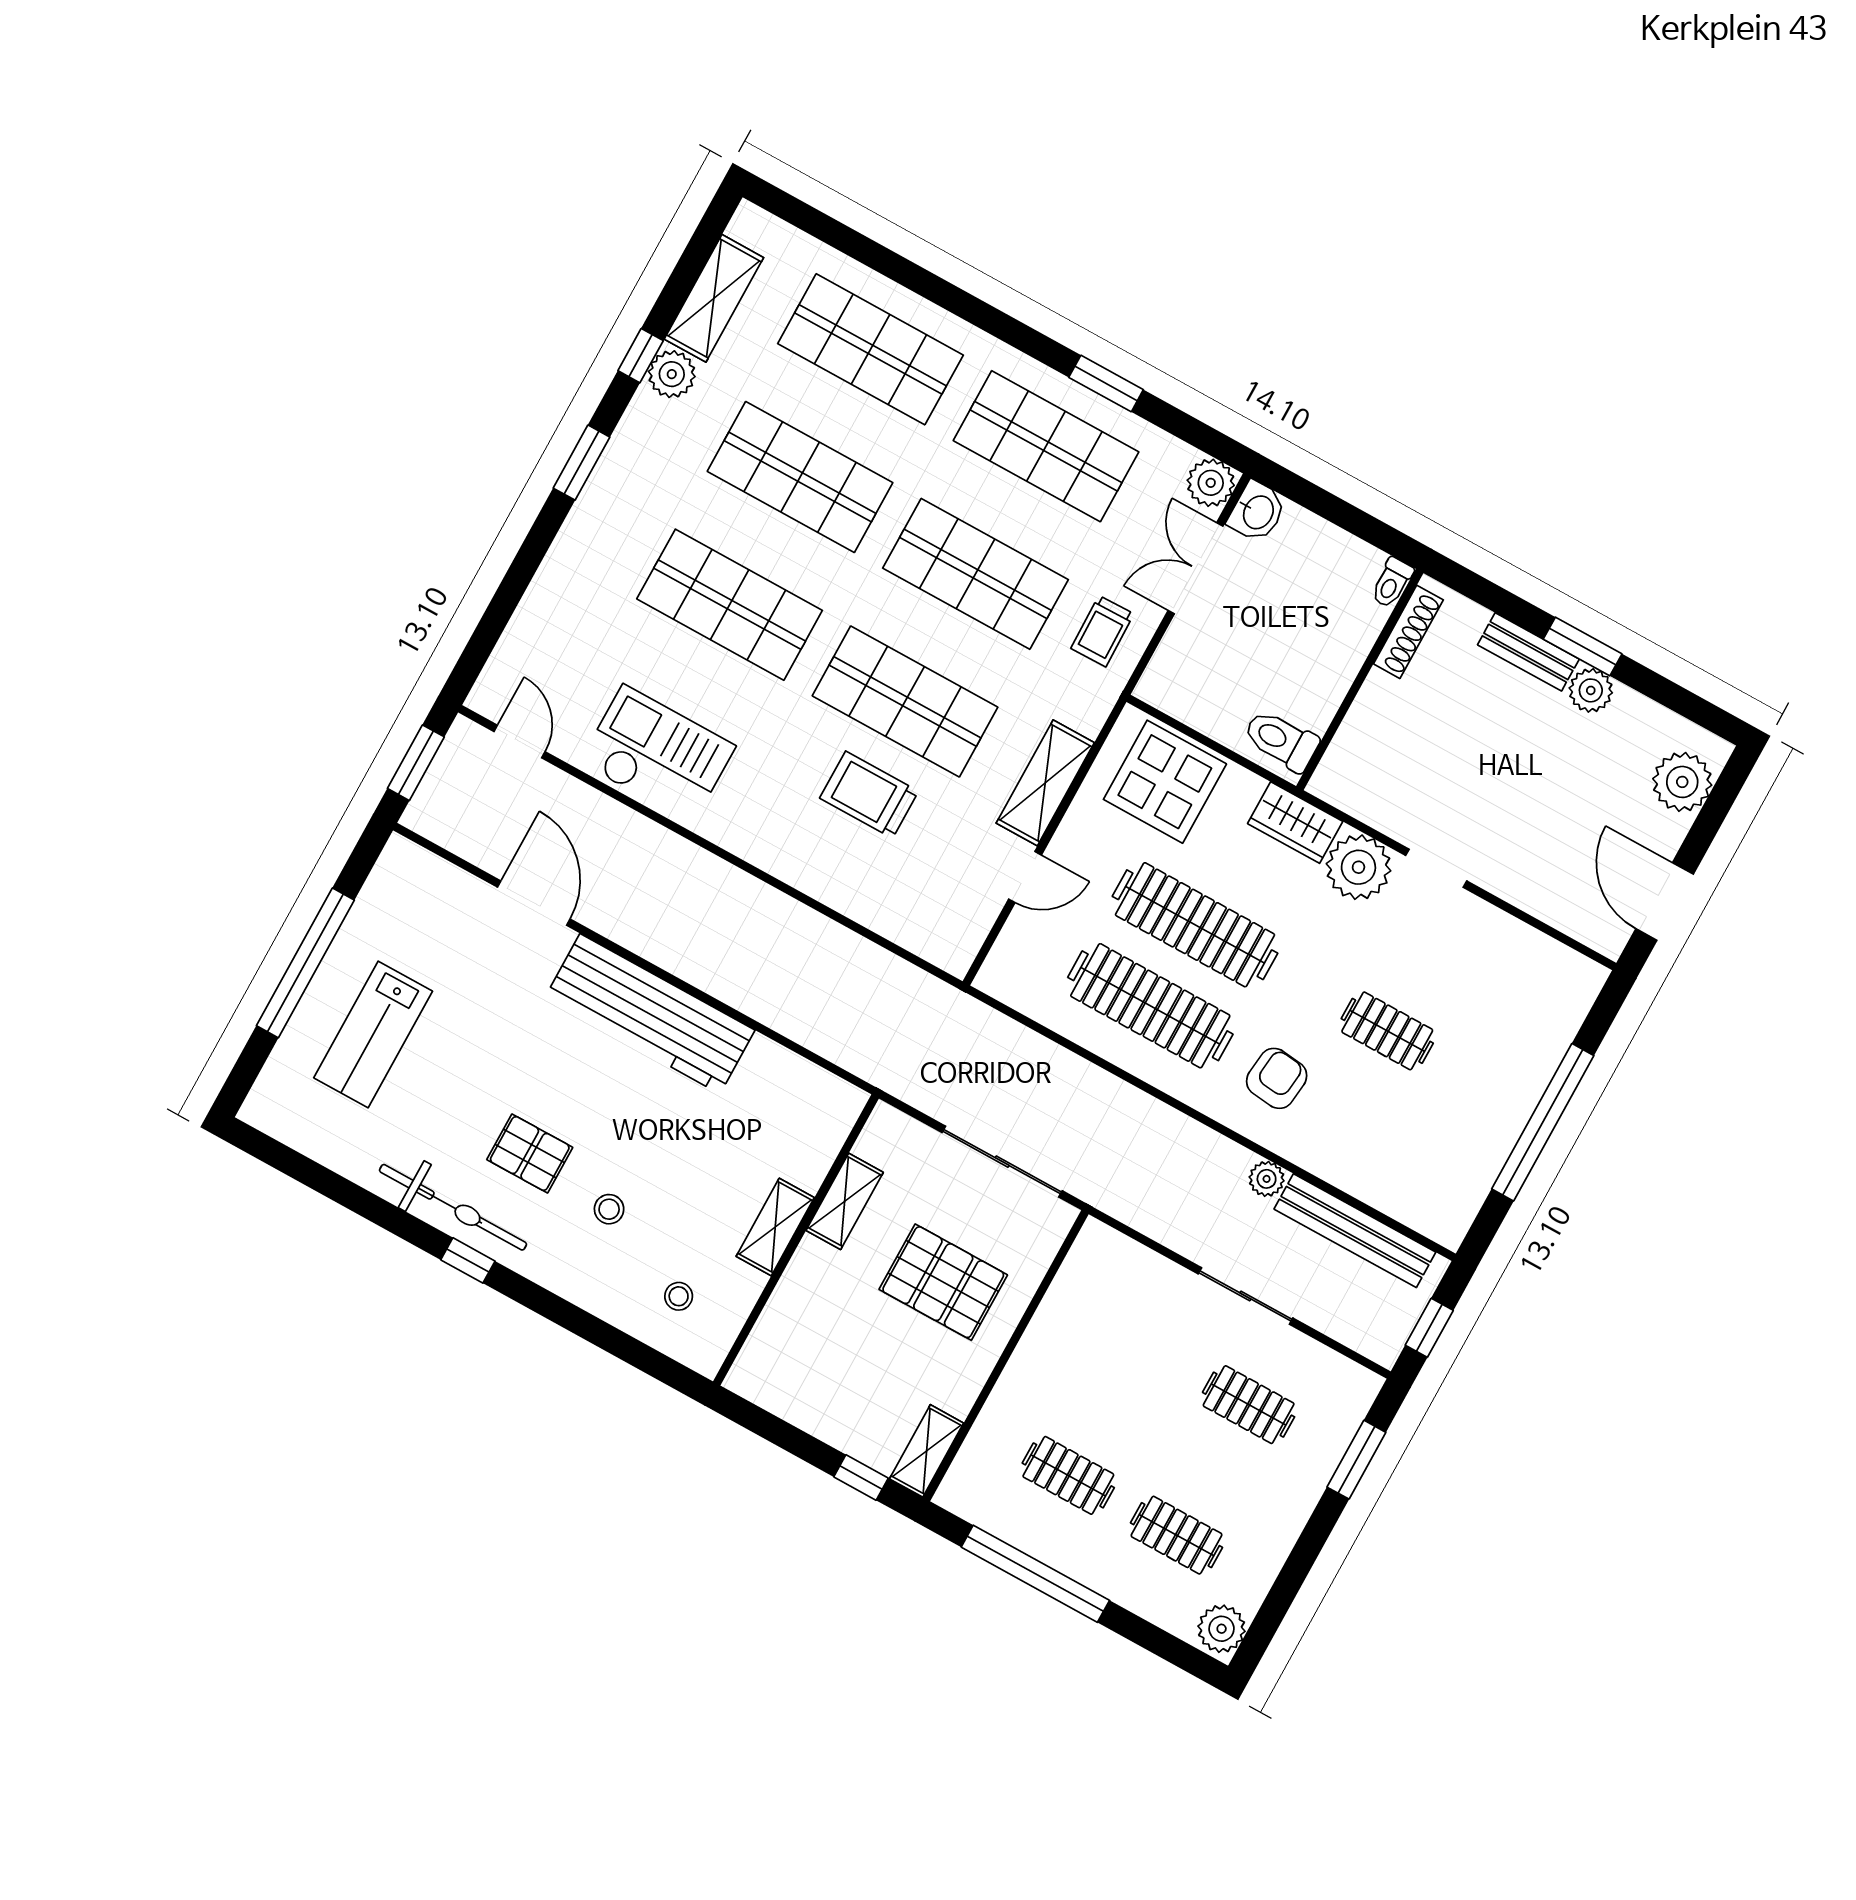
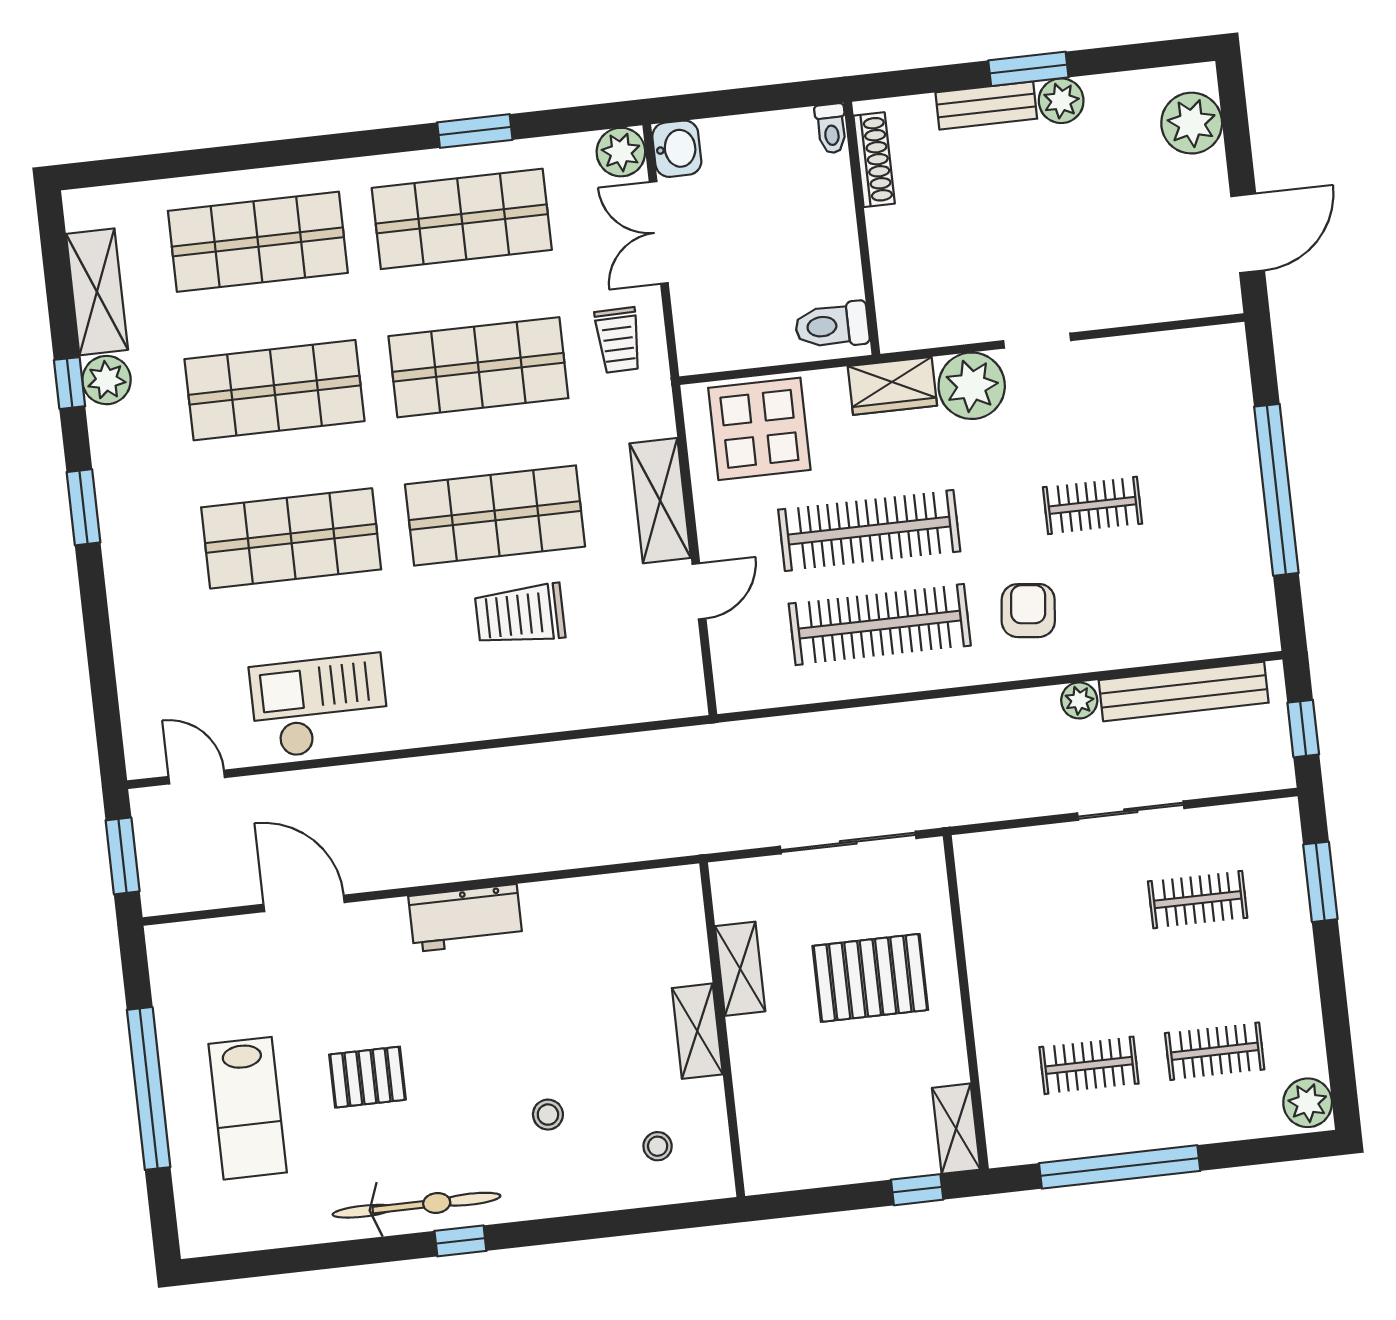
door: (1665, 901) -> (1248, 233), swing flipped
workbench: (650, 1014) -> (465, 918), width x0.53, depth x0.76
pallet: (530, 1153) -> (367, 1077), moved

